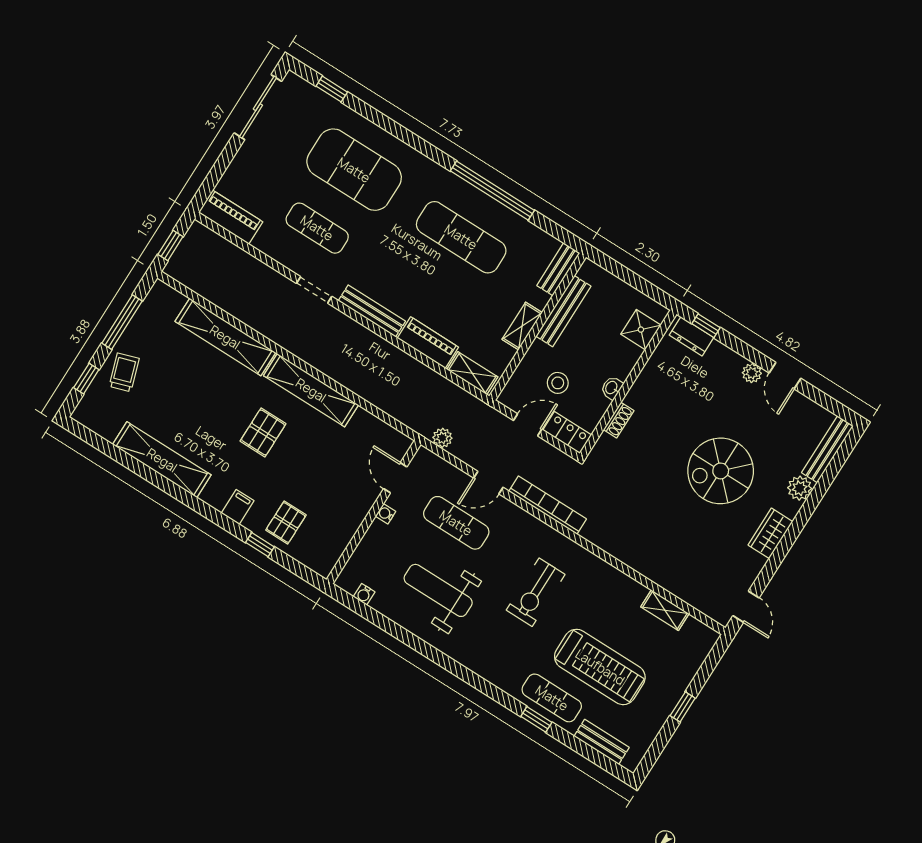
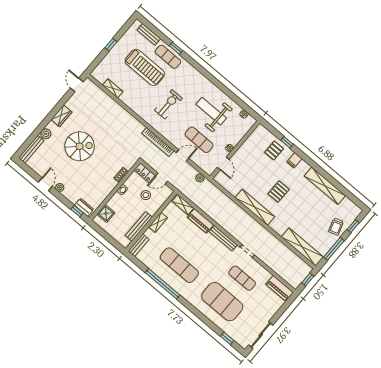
shelving: (225, 337) -> (302, 247), moved
weight bench: (438, 590) -> (211, 111), turned 180
treadmill: (600, 667) -> (145, 67), turned 180

